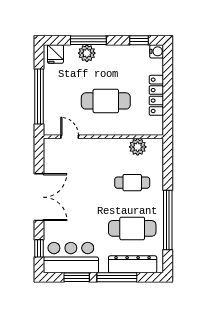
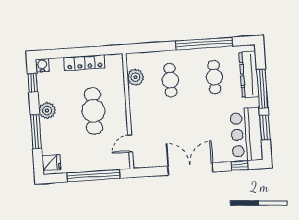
plant: (87, 53) -> (47, 111), moved
cafe table: (132, 228) -> (214, 77), width x0.73, depth x0.74

